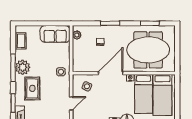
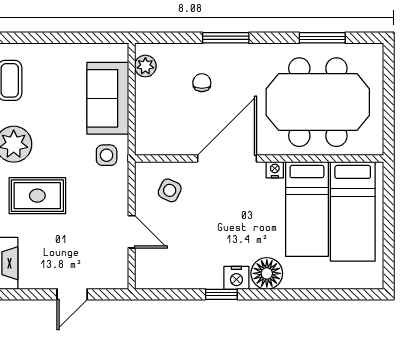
sofa: (55, 34) -> (108, 98), moved, turned 90
rug: (32, 88) -> (37, 196), turned 90
door: (71, 103) -> (132, 232), hinge flipped

